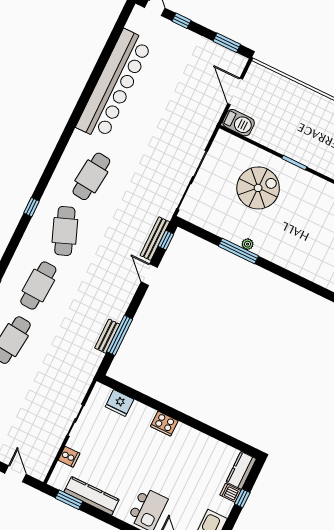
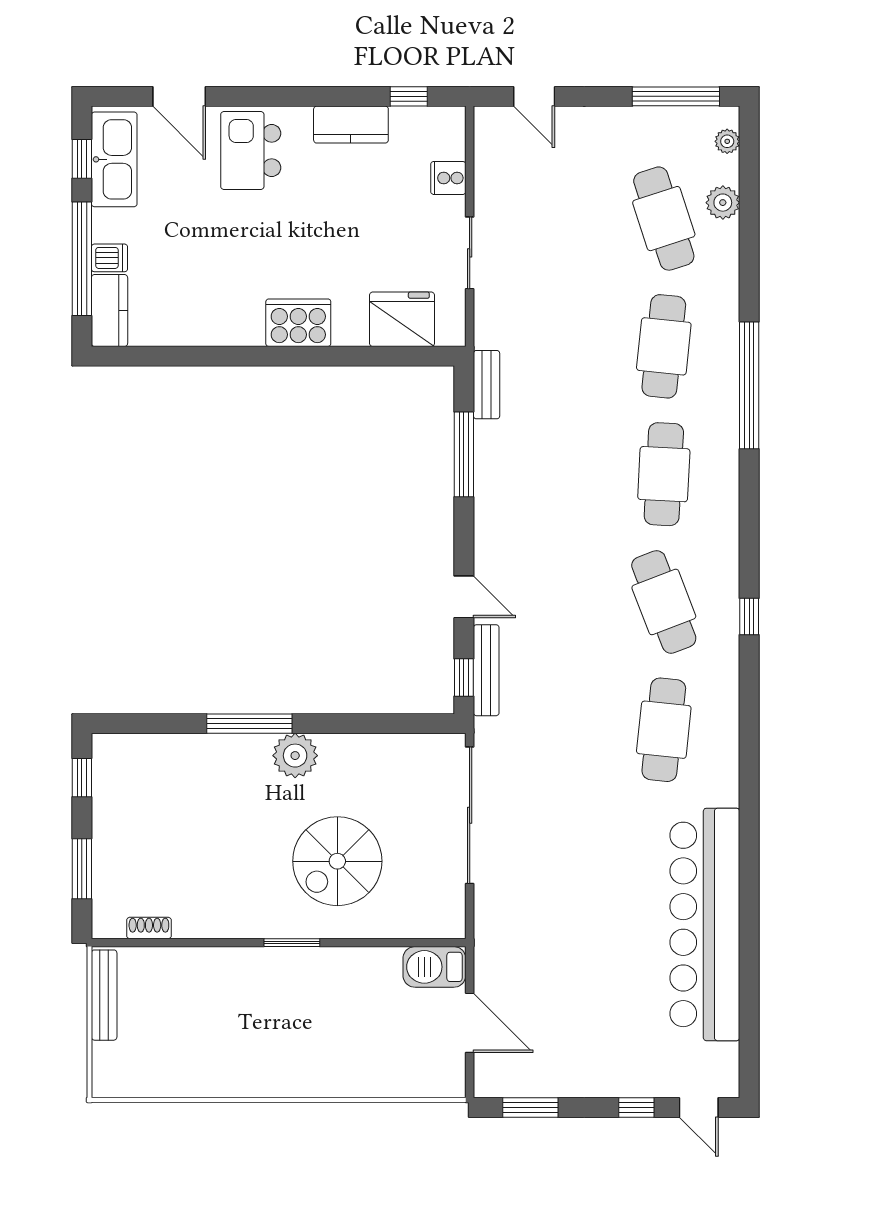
plant: (248, 244) -> (295, 756), width x1.88, depth x1.88
window: (238, 251) -> (249, 724), moved
bench: (107, 336) -> (487, 385), moved
fridge: (119, 403) -> (402, 319), width x1.36, depth x1.34
cooker: (164, 424) -> (298, 323), width x1.37, depth x1.31
kitchen counter: (92, 496) -> (351, 125), width x0.67
window: (242, 498) -> (82, 259), width x3.17
window: (69, 500) -> (409, 96), width x0.67

